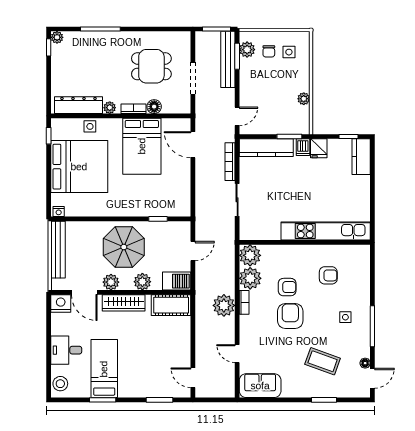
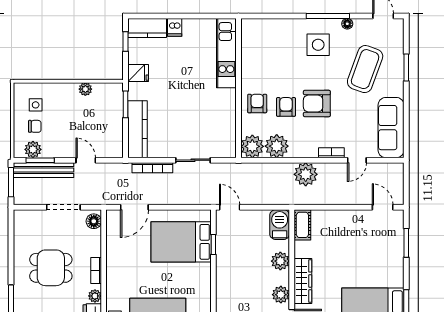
dining table: (151, 66) -> (51, 268), moved, turned 90
floor lamp: (154, 107) -> (94, 221), moved
door: (237, 116) -> (86, 160), moved
bed: (142, 146) -> (181, 242), moved, turned 180
dishwasher: (303, 147) -> (175, 27), moved, turned 90
kitchen unit: (326, 231) -> (226, 53), width x0.73
parasol: (124, 247) -> (243, 281), removed
door: (193, 251) -> (230, 207), moved
armchair: (328, 275) -> (257, 104), moved
bookcase: (244, 302) -> (331, 153), moved
cot: (171, 305) -> (302, 225), width x0.73, depth x0.75
side table: (345, 317) -> (318, 45), width x1.87, depth x1.87
coffee table: (323, 361) -> (365, 69), width x1.36, depth x1.32
floor lamp: (365, 363) -> (347, 24), moved
door: (193, 378) -> (383, 207), swing flipped
sofa: (260, 386) -> (391, 128), width x1.36

